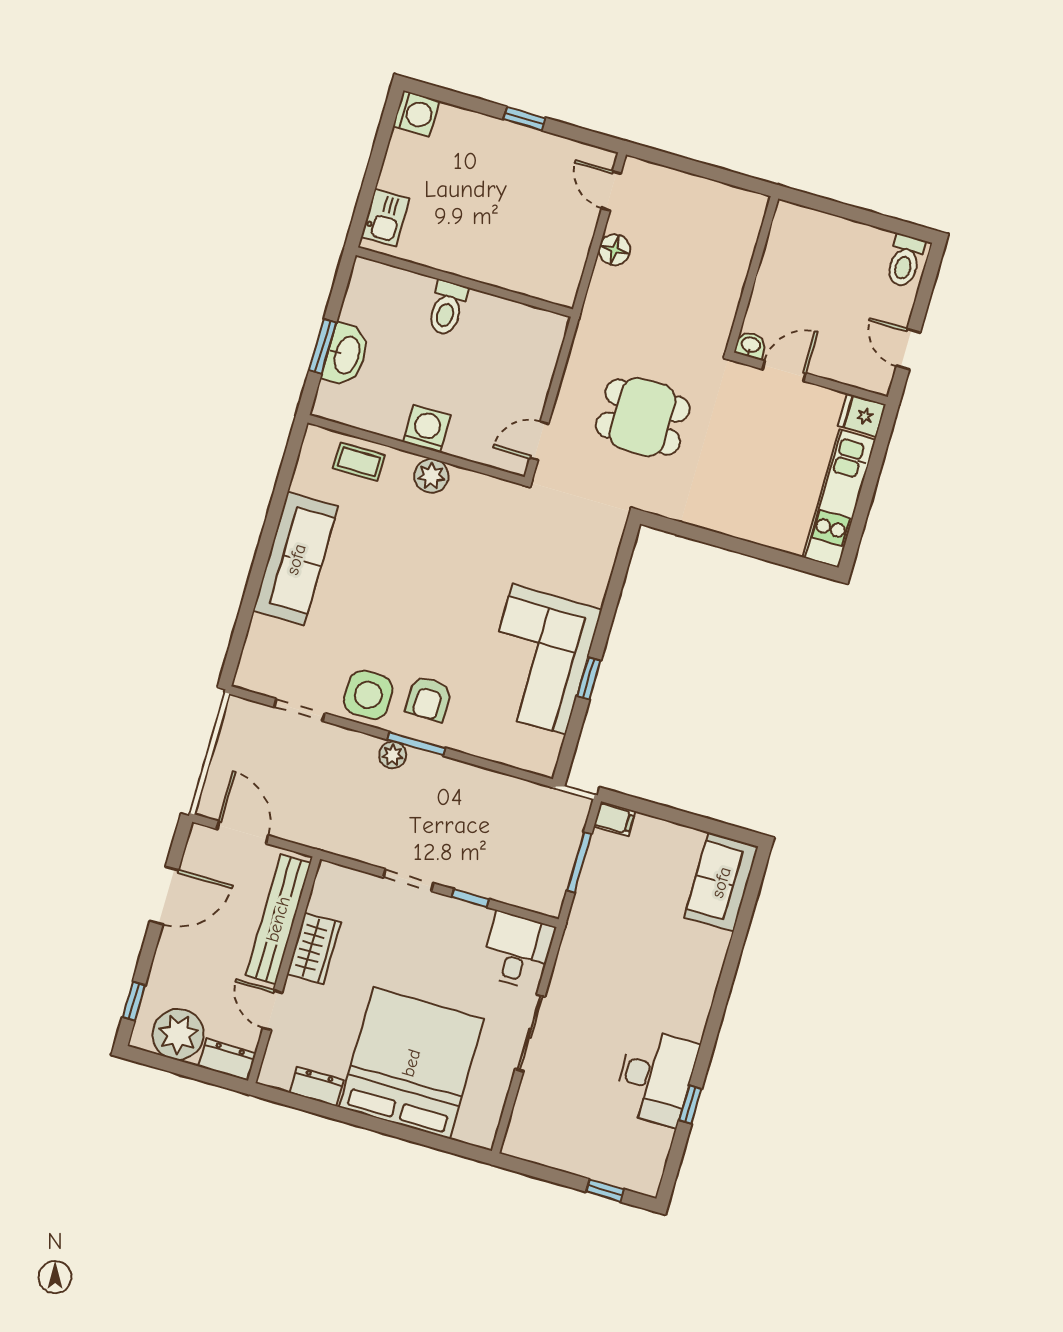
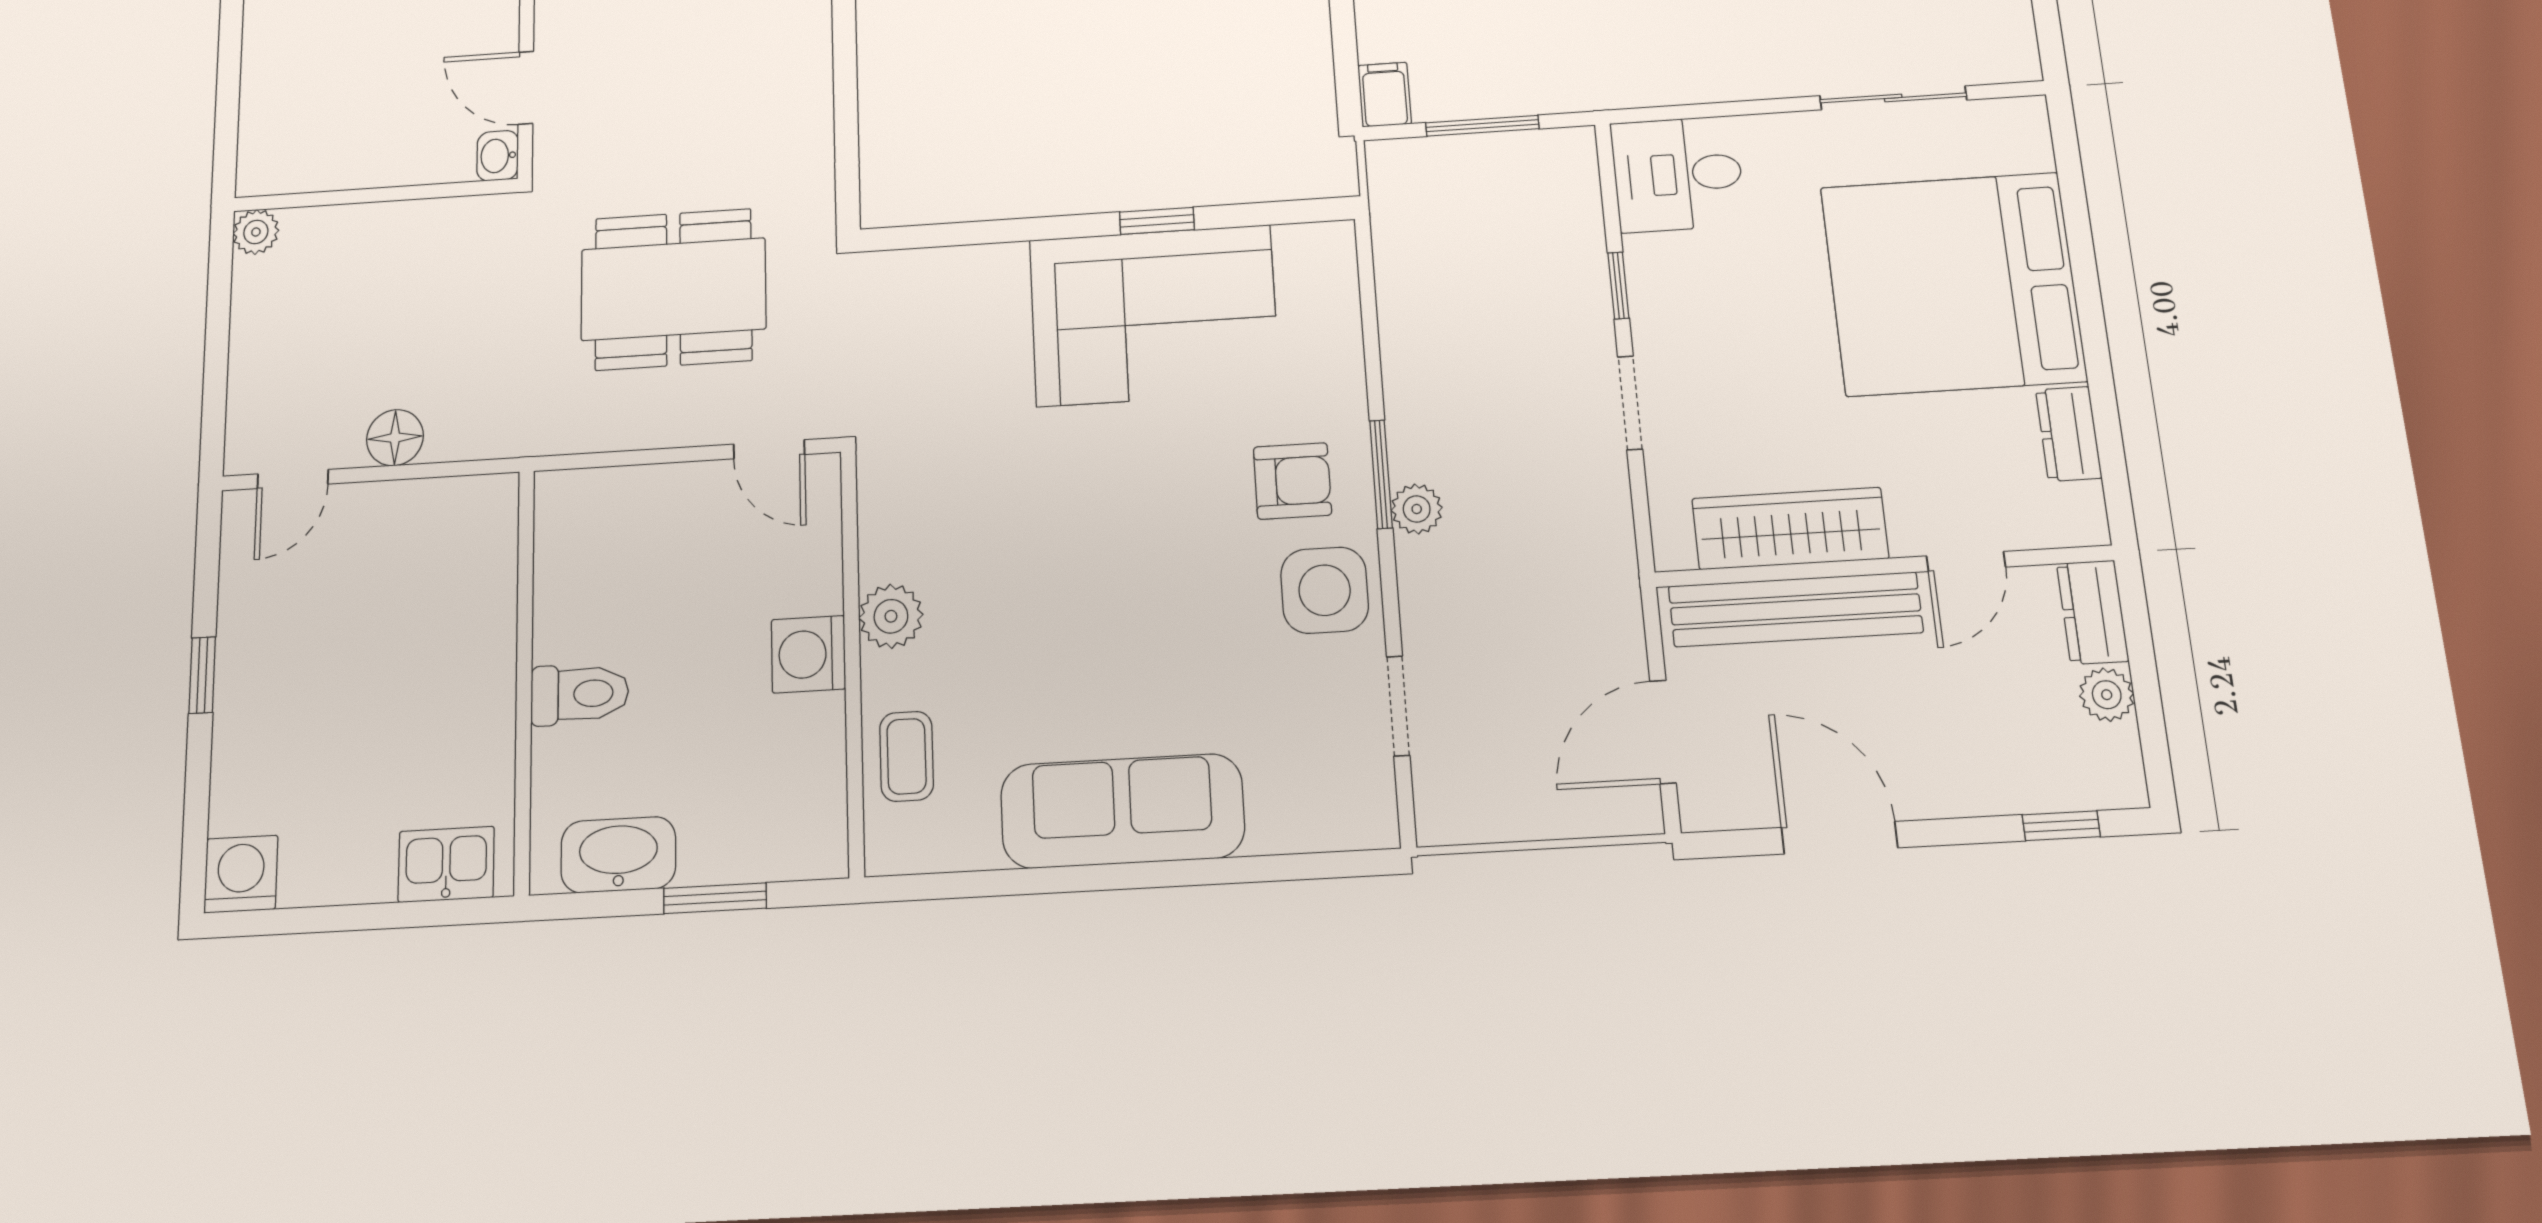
plant: (755, 205) -> (256, 232), added
washbasin: (346, 355) -> (618, 855), moved
dining table: (643, 417) -> (673, 289), width x1.38
wardrobe: (314, 948) -> (1790, 528), width x1.50
sliding door: (530, 1033) -> (1893, 98), moved
plant: (178, 1034) -> (2107, 695), width x0.53, depth x0.53

